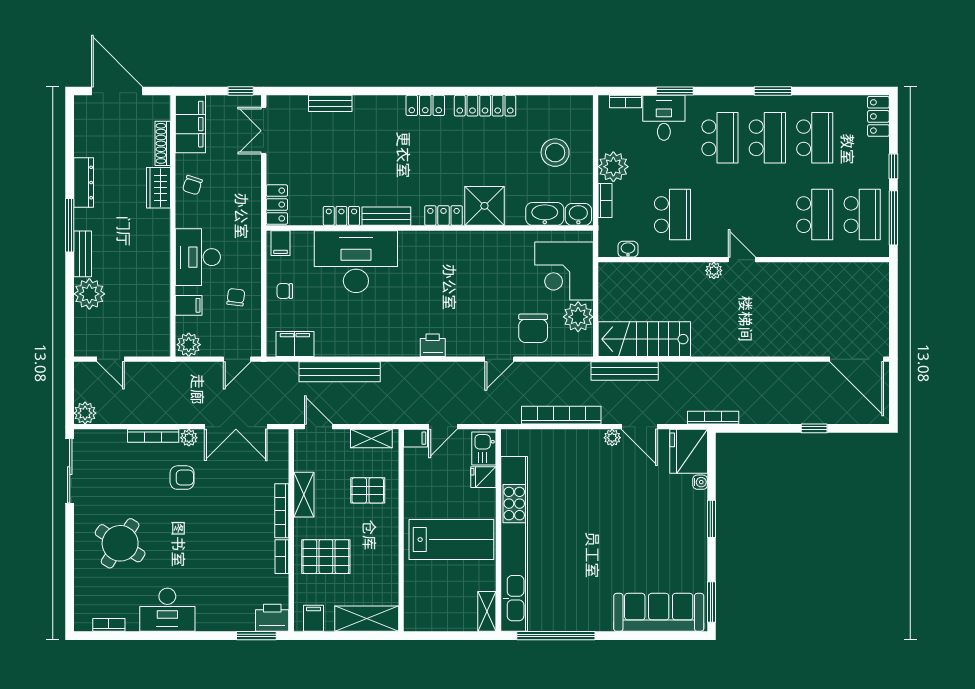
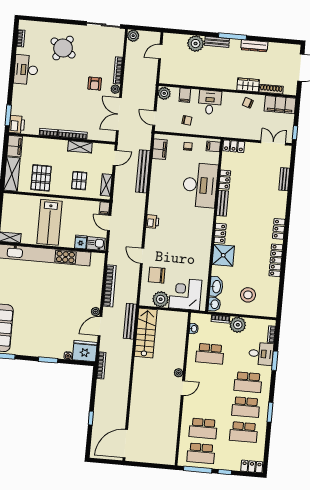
desk: (198, 257) -> (210, 102), width x0.73
pallet: (326, 557) -> (41, 178), moved
filing cabinet: (314, 618) -> (15, 146), width x2.00

